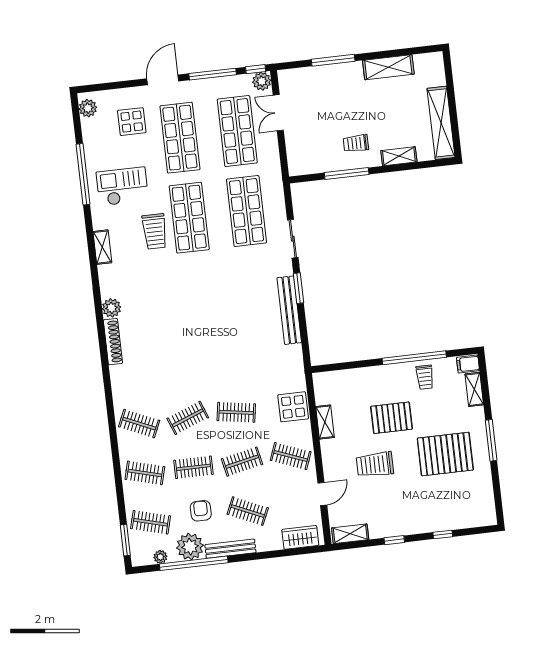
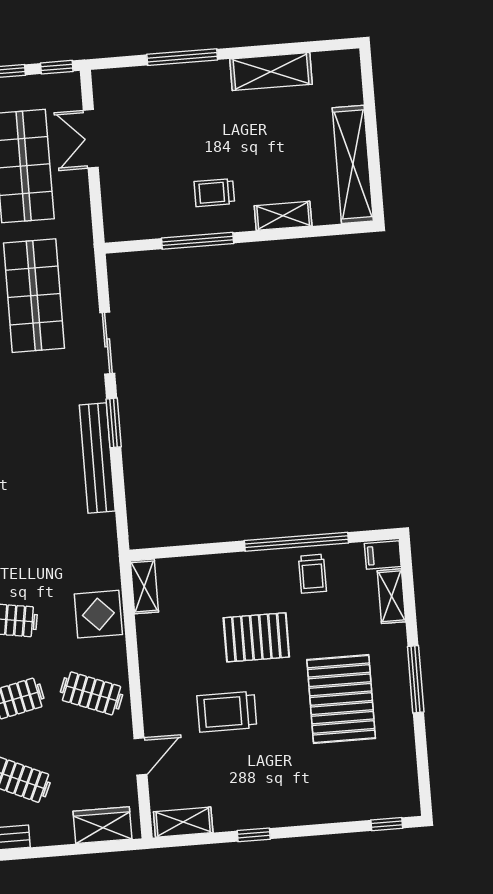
plant: (262, 81) -> (66, 87), removed
shelving: (325, 422) -> (144, 586), moved
pallet: (445, 454) -> (341, 699), turned 90
window: (443, 534) -> (387, 824), moved

